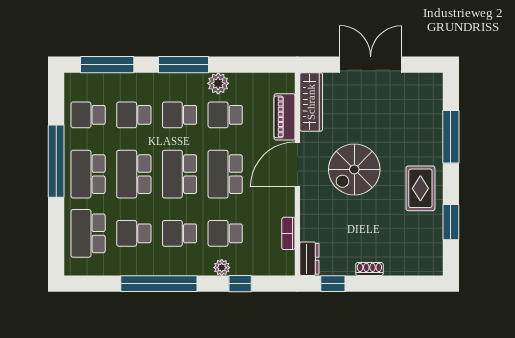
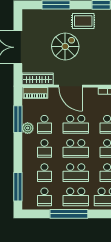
window: (183, 65) -> (18, 119), moved
piano: (285, 117) -> (35, 93), moved
spiral stairs: (354, 169) -> (65, 46), moved, turned -90

